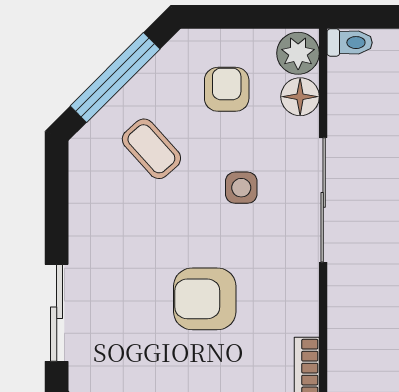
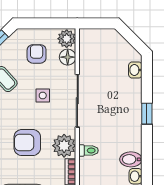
toilet: (350, 43) -> (89, 150), moved
plant: (292, 306) -> (64, 146), added

